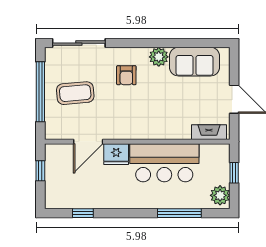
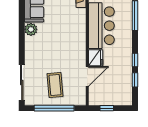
armchair: (126, 75) -> (43, 51), removed
door: (88, 142) -> (87, 76), hinge flipped
window: (113, 213) -> (135, 60), added

